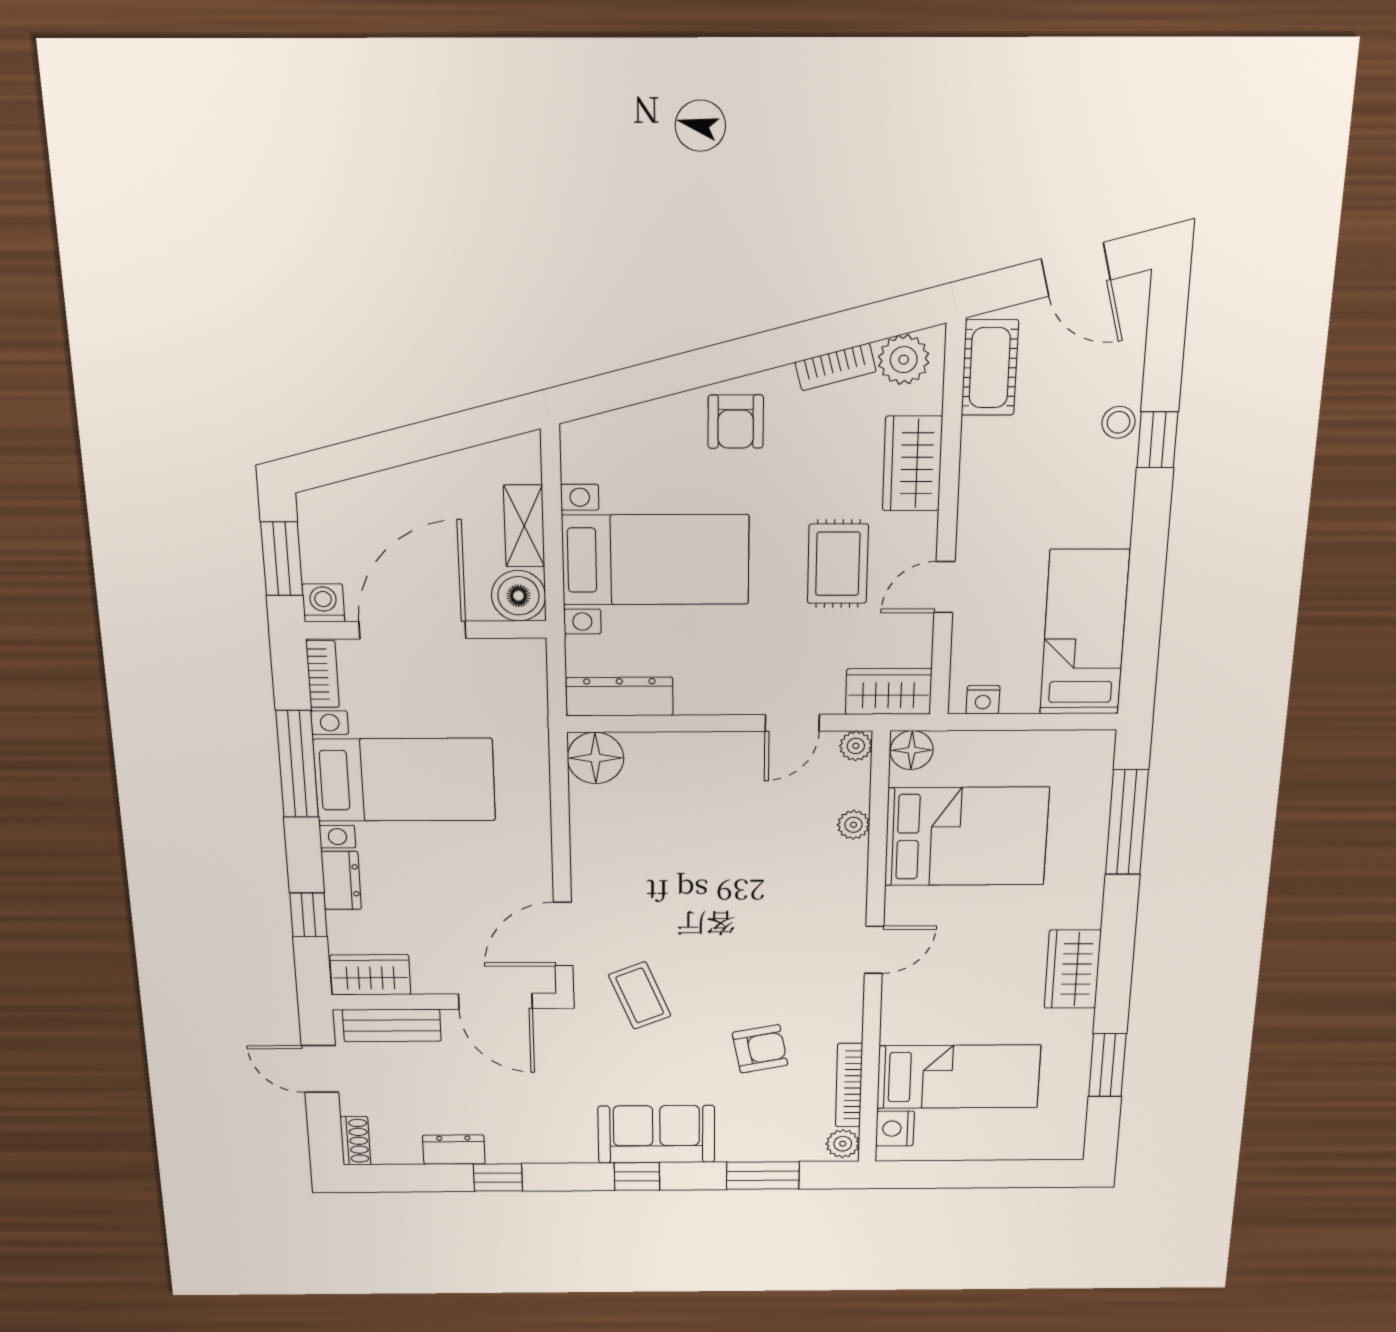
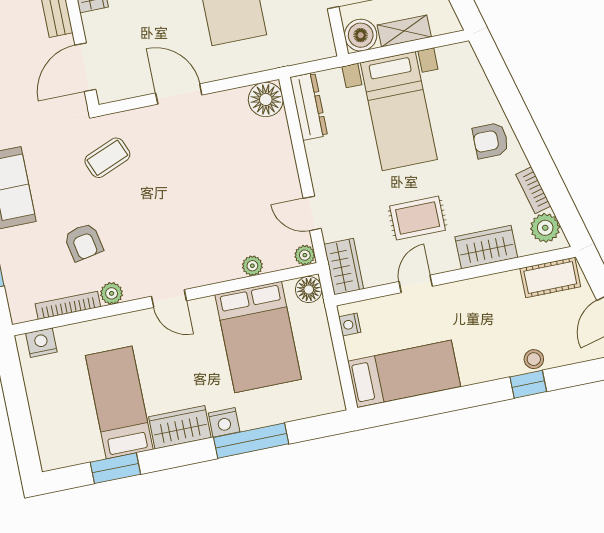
door: (944, 587) -> (416, 284), hinge flipped
window: (1127, 822) -> (251, 441), moved
nightstand: (1083, 908) -> (224, 422), added
door: (563, 934) -> (179, 94), moved
bed: (958, 1077) -> (119, 403), moved, turned 180
plant: (843, 1144) -> (112, 293), moved

